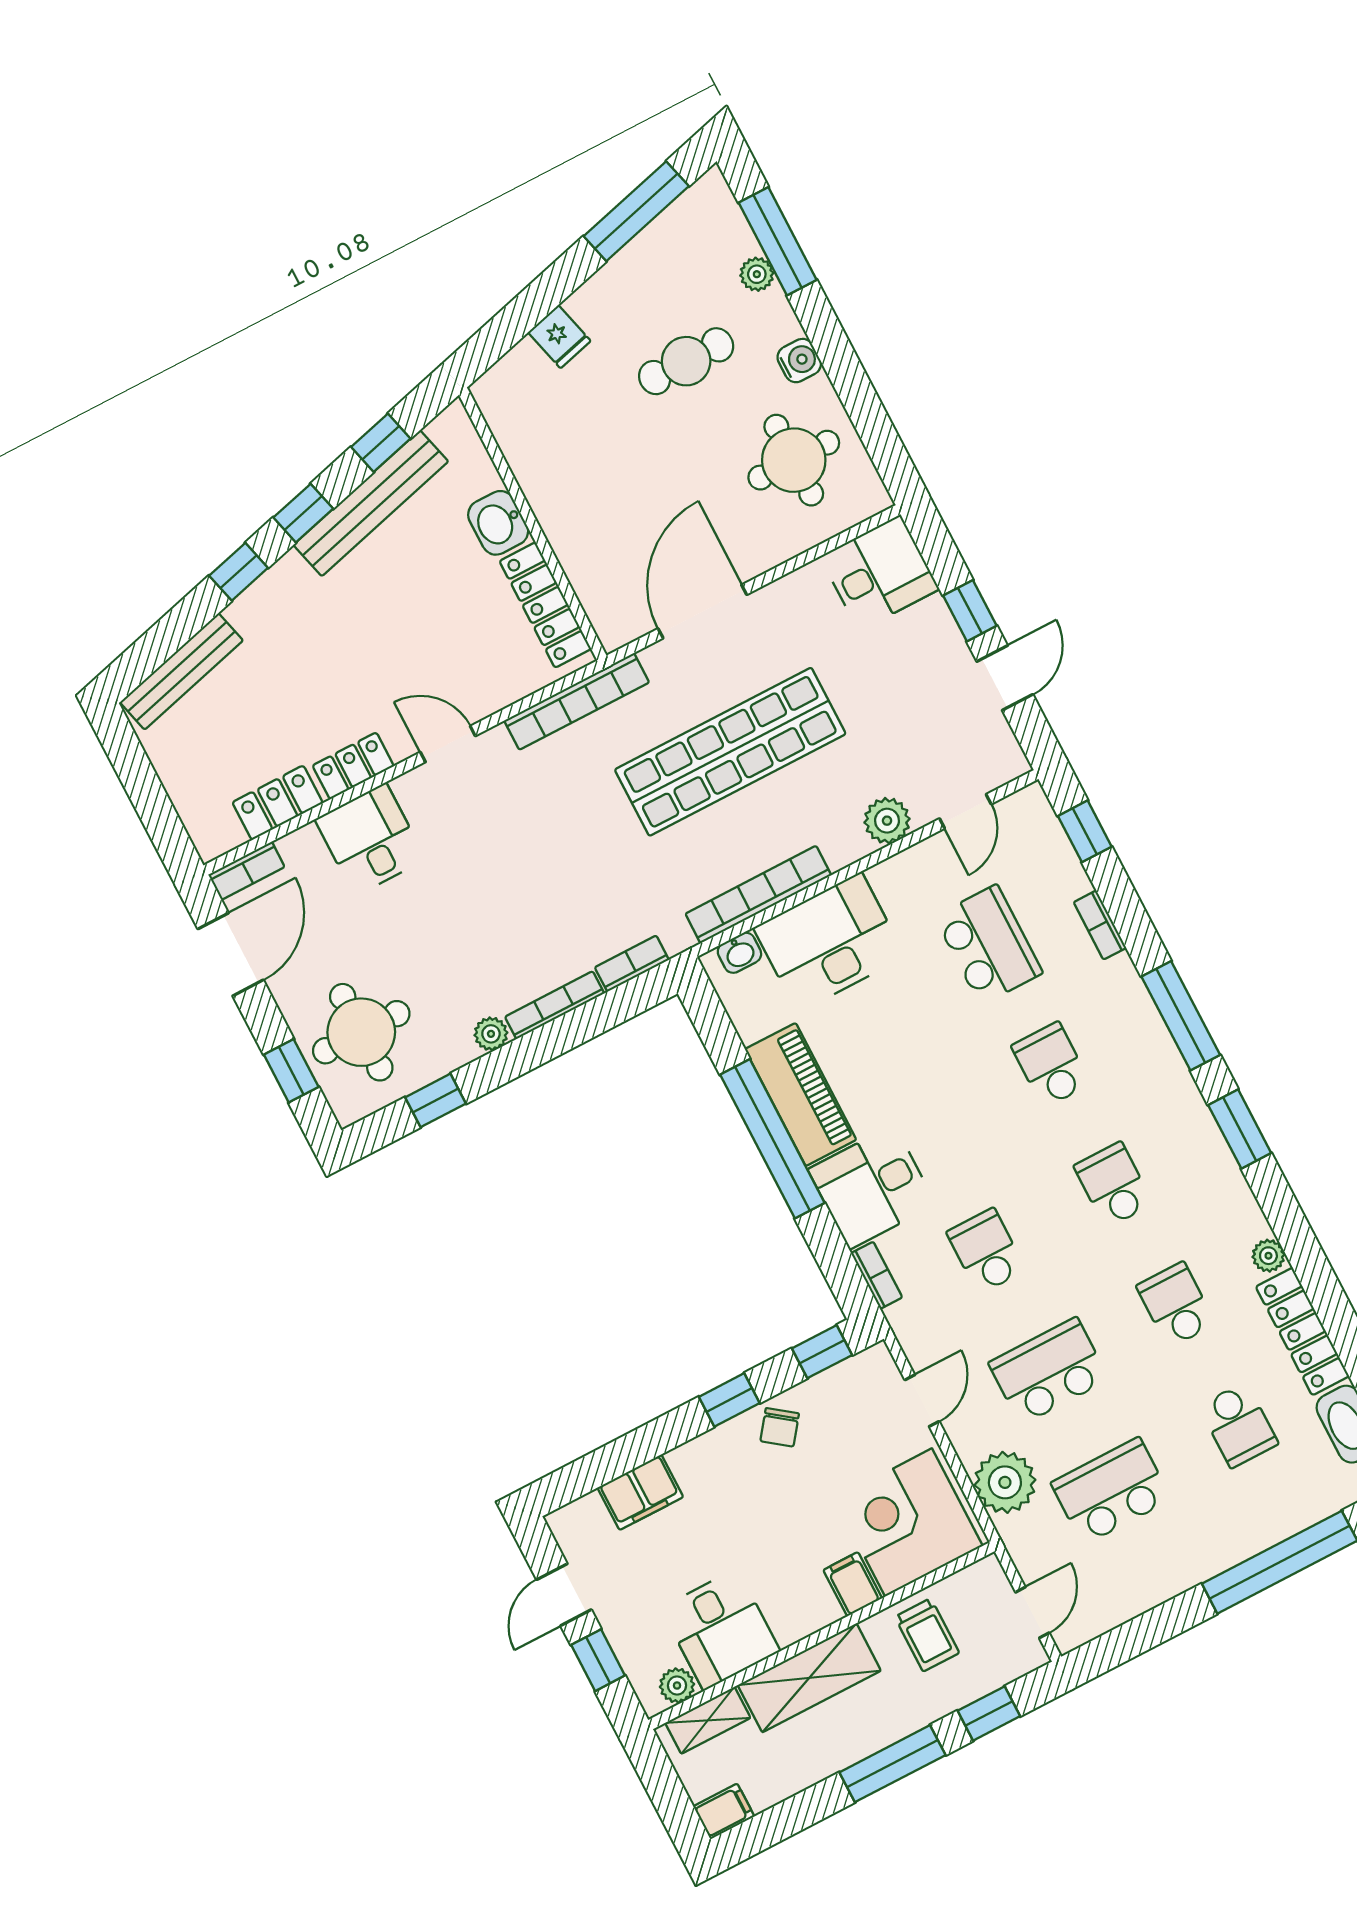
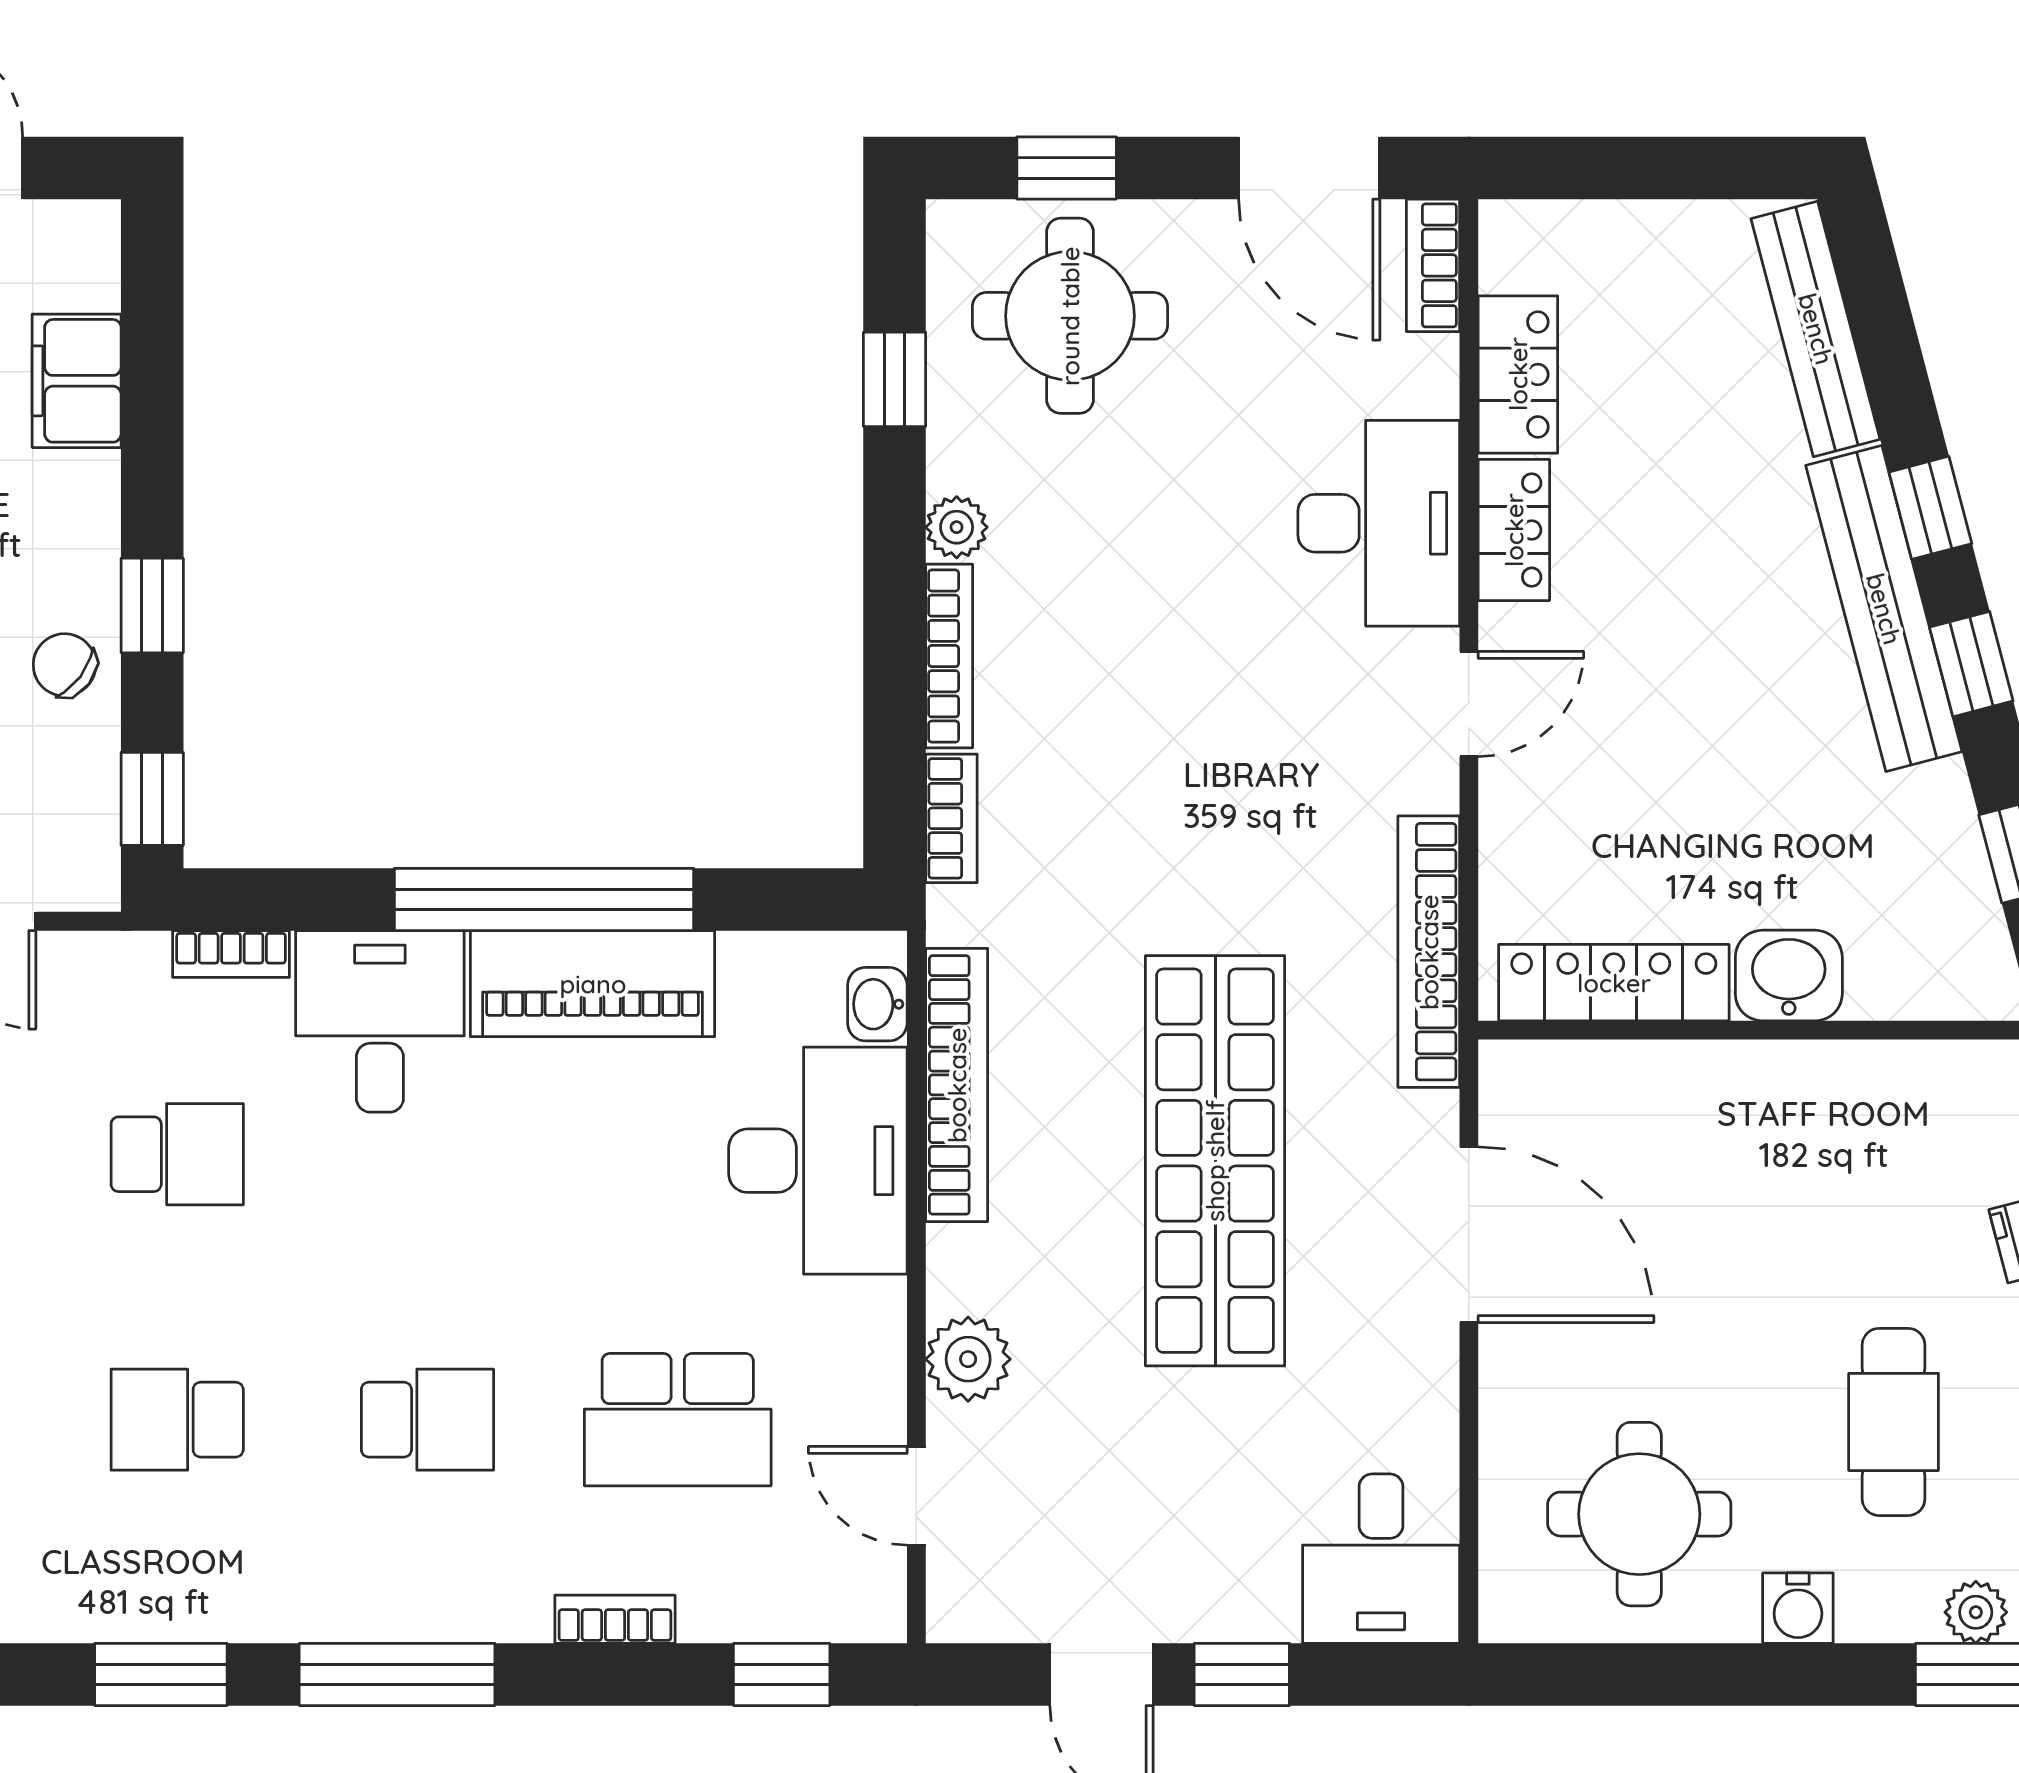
bench: (371, 503) -> (1884, 609), moved
desk: (370, 839) -> (1379, 523), width x1.37
school desk: (1113, 1185) -> (177, 1420), turned 180

